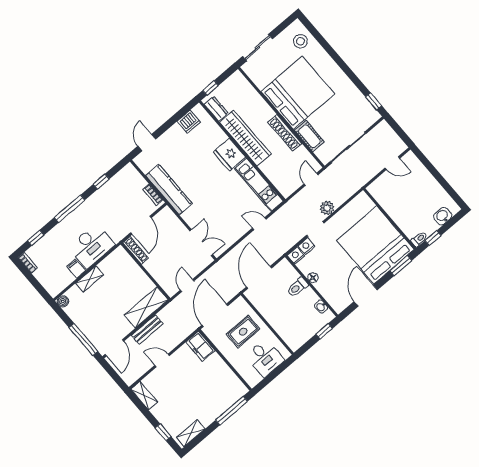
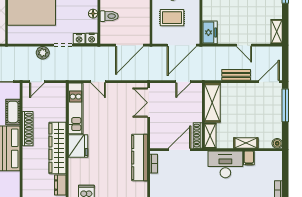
shelving: (125, 259) -> (210, 136), added
shelving: (146, 307) -> (212, 103), moved, turned 90

